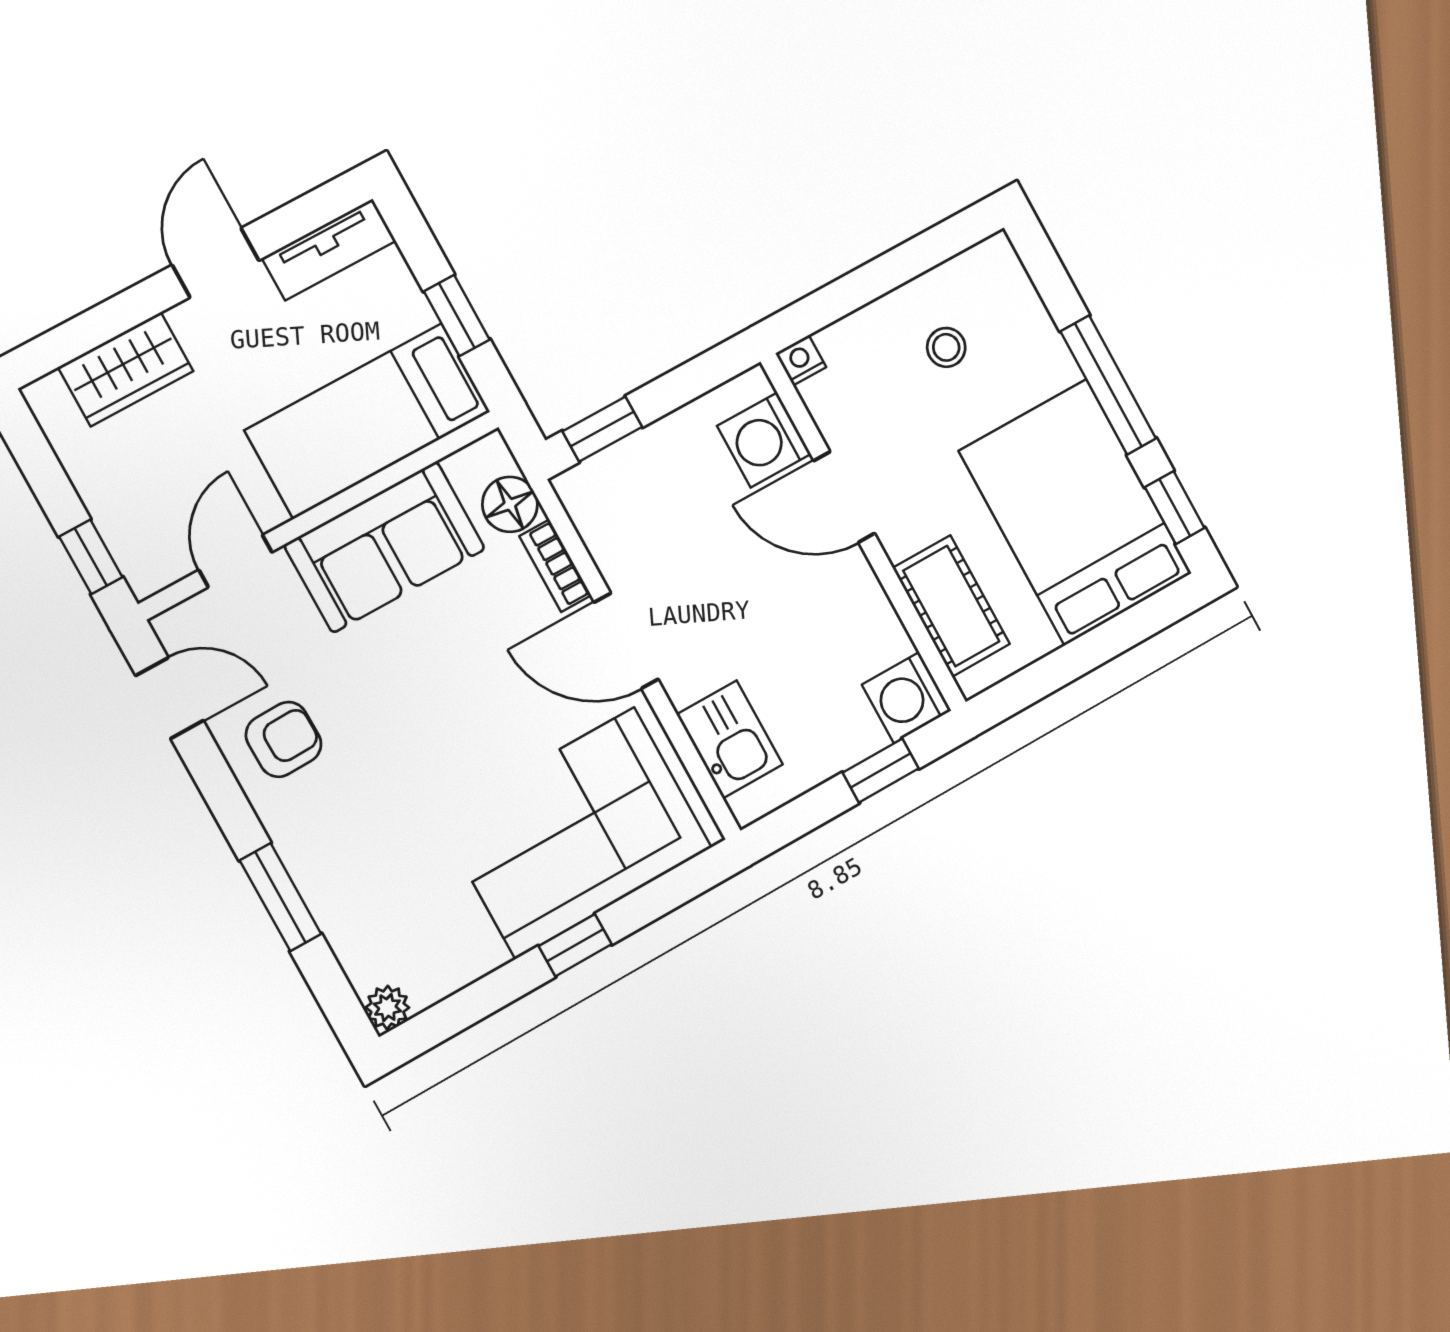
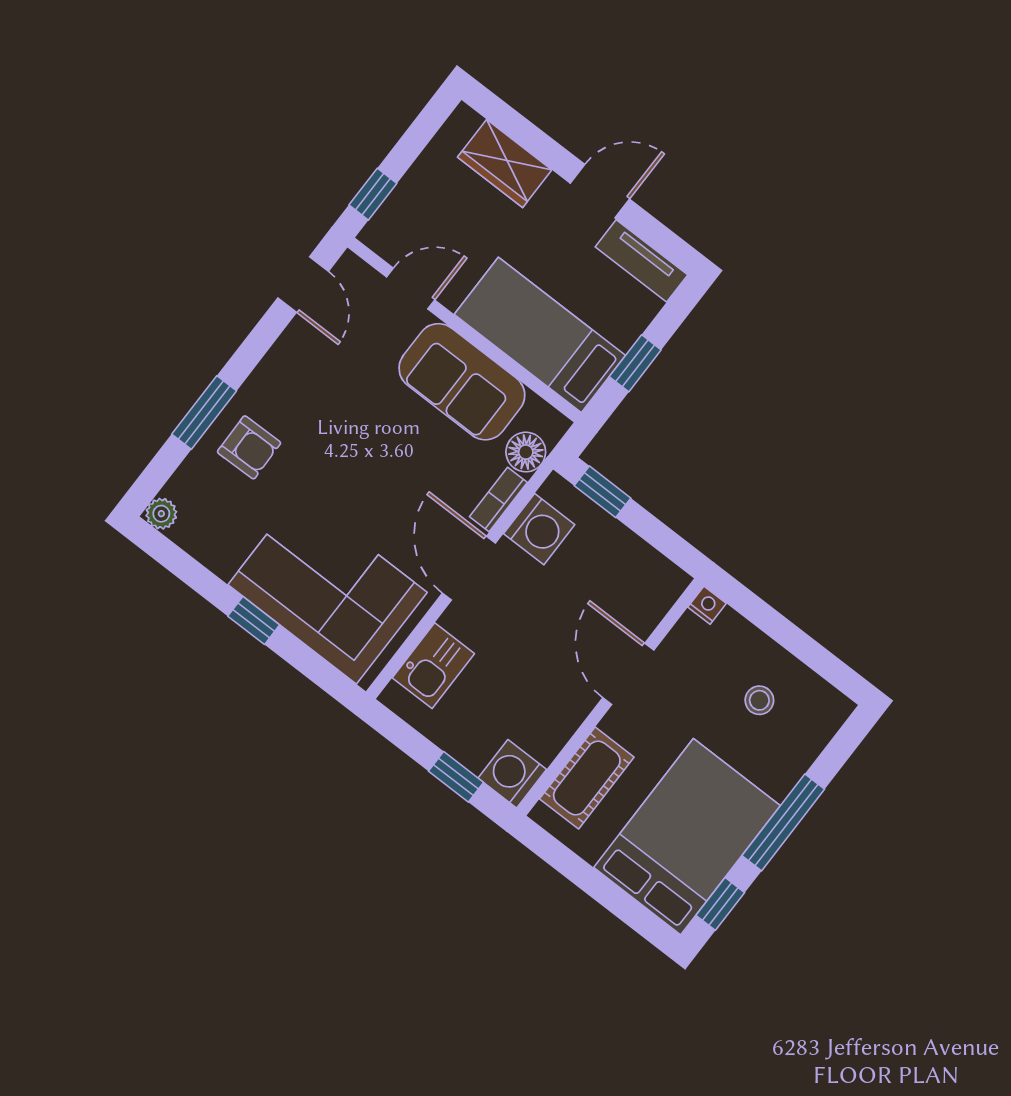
washing machine: (764, 440) -> (539, 529), moved, turned 180
armchair: (283, 739) -> (249, 447), moved

